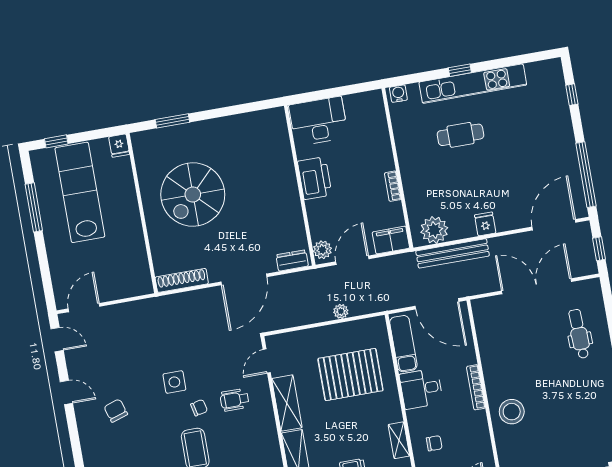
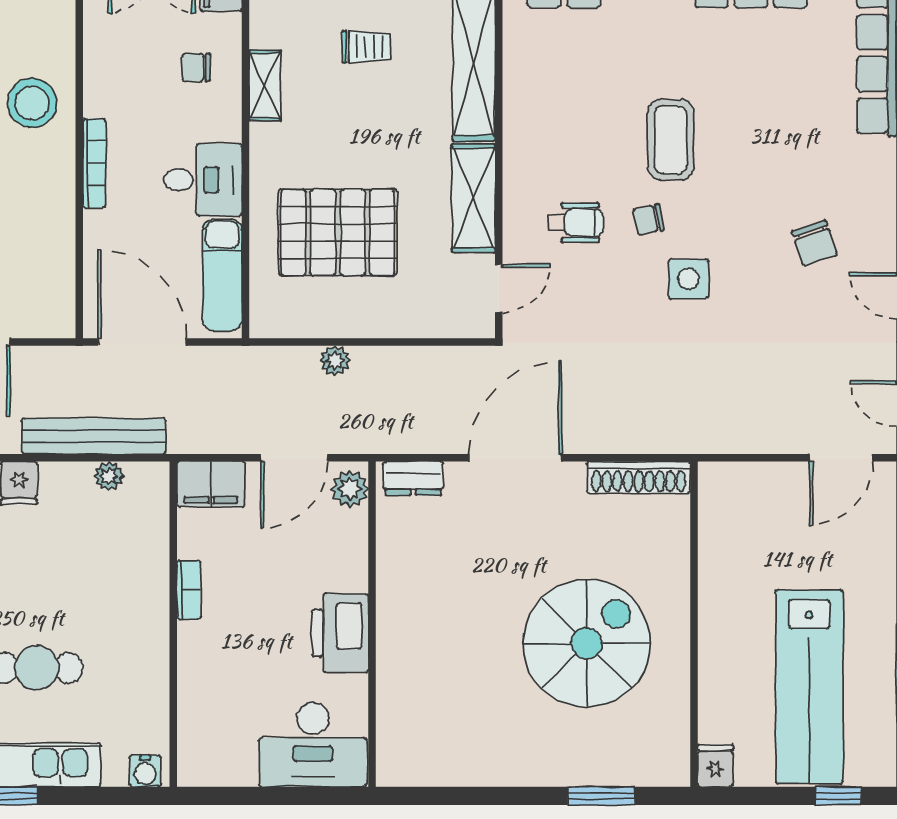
plant: (434, 230) -> (109, 476), width x0.53, depth x0.53

